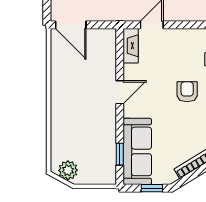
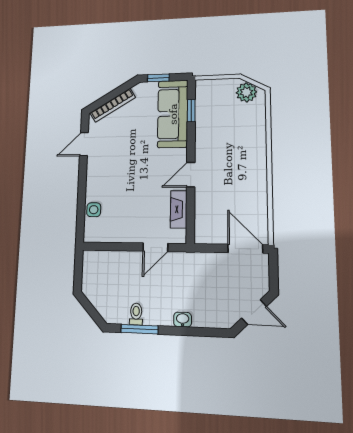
fireplace: (131, 46) -> (179, 209), moved
armchair: (187, 92) -> (120, 176), removed

